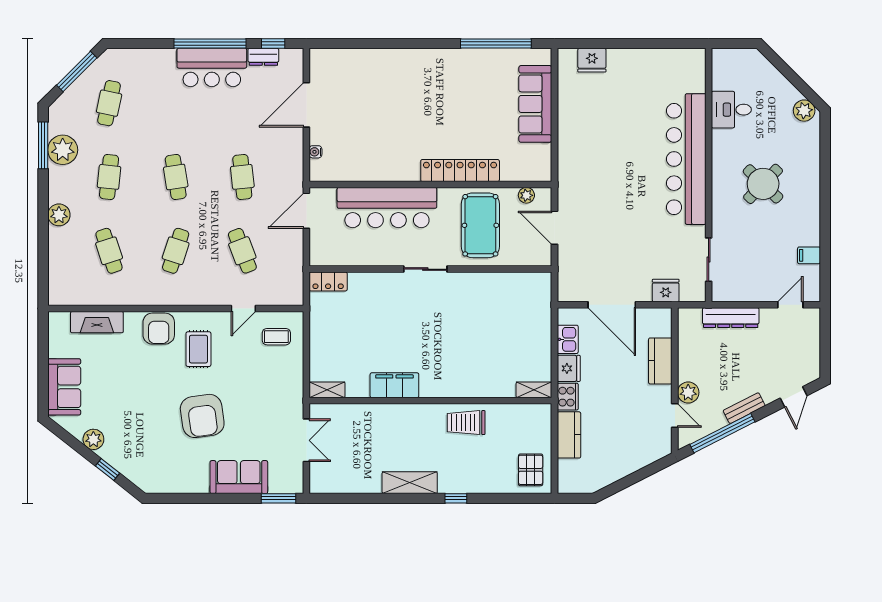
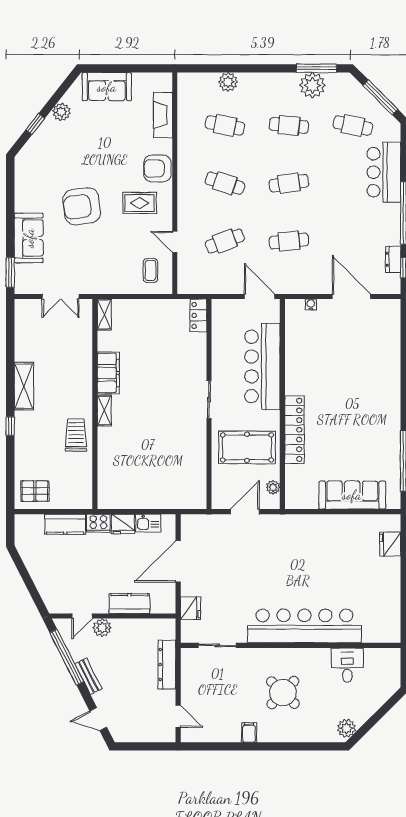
bar counter: (212, 67) -> (384, 172), moved
plant: (59, 215) -> (228, 82), moved
cafe table: (109, 251) -> (225, 125), turned 30
filing cabinet: (809, 255) -> (249, 732), moved
shelving: (534, 390) -> (104, 411), moved

